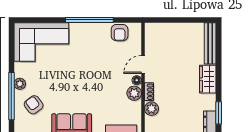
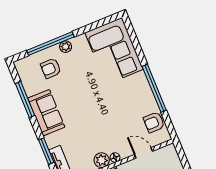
door: (143, 64) -> (143, 153), moved
armchair: (34, 105) -> (51, 68), turned -143

